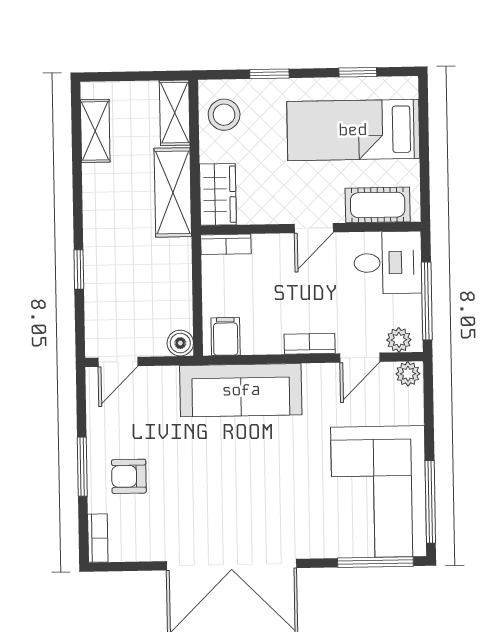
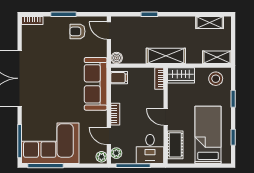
shelving: (173, 192) -> (166, 56), moved
armchair: (129, 476) -> (77, 31), moved, turned -90

